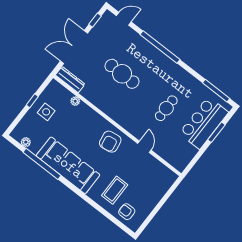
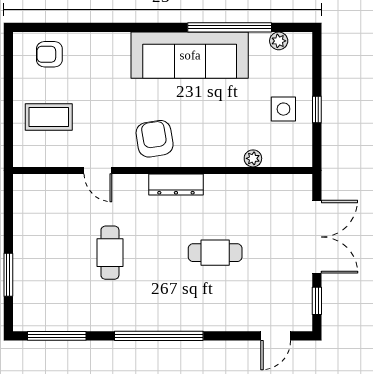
window: (160, 47) -> (159, 336), moved
cafe table: (122, 74) -> (215, 253), width x0.73, depth x0.74
dresser: (70, 80) -> (176, 184), moved
bar counter: (204, 123) -> (38, 274), removed
coffee table: (115, 190) -> (49, 117), moved, turned 90
armchair: (127, 212) -> (49, 54), turned 180

